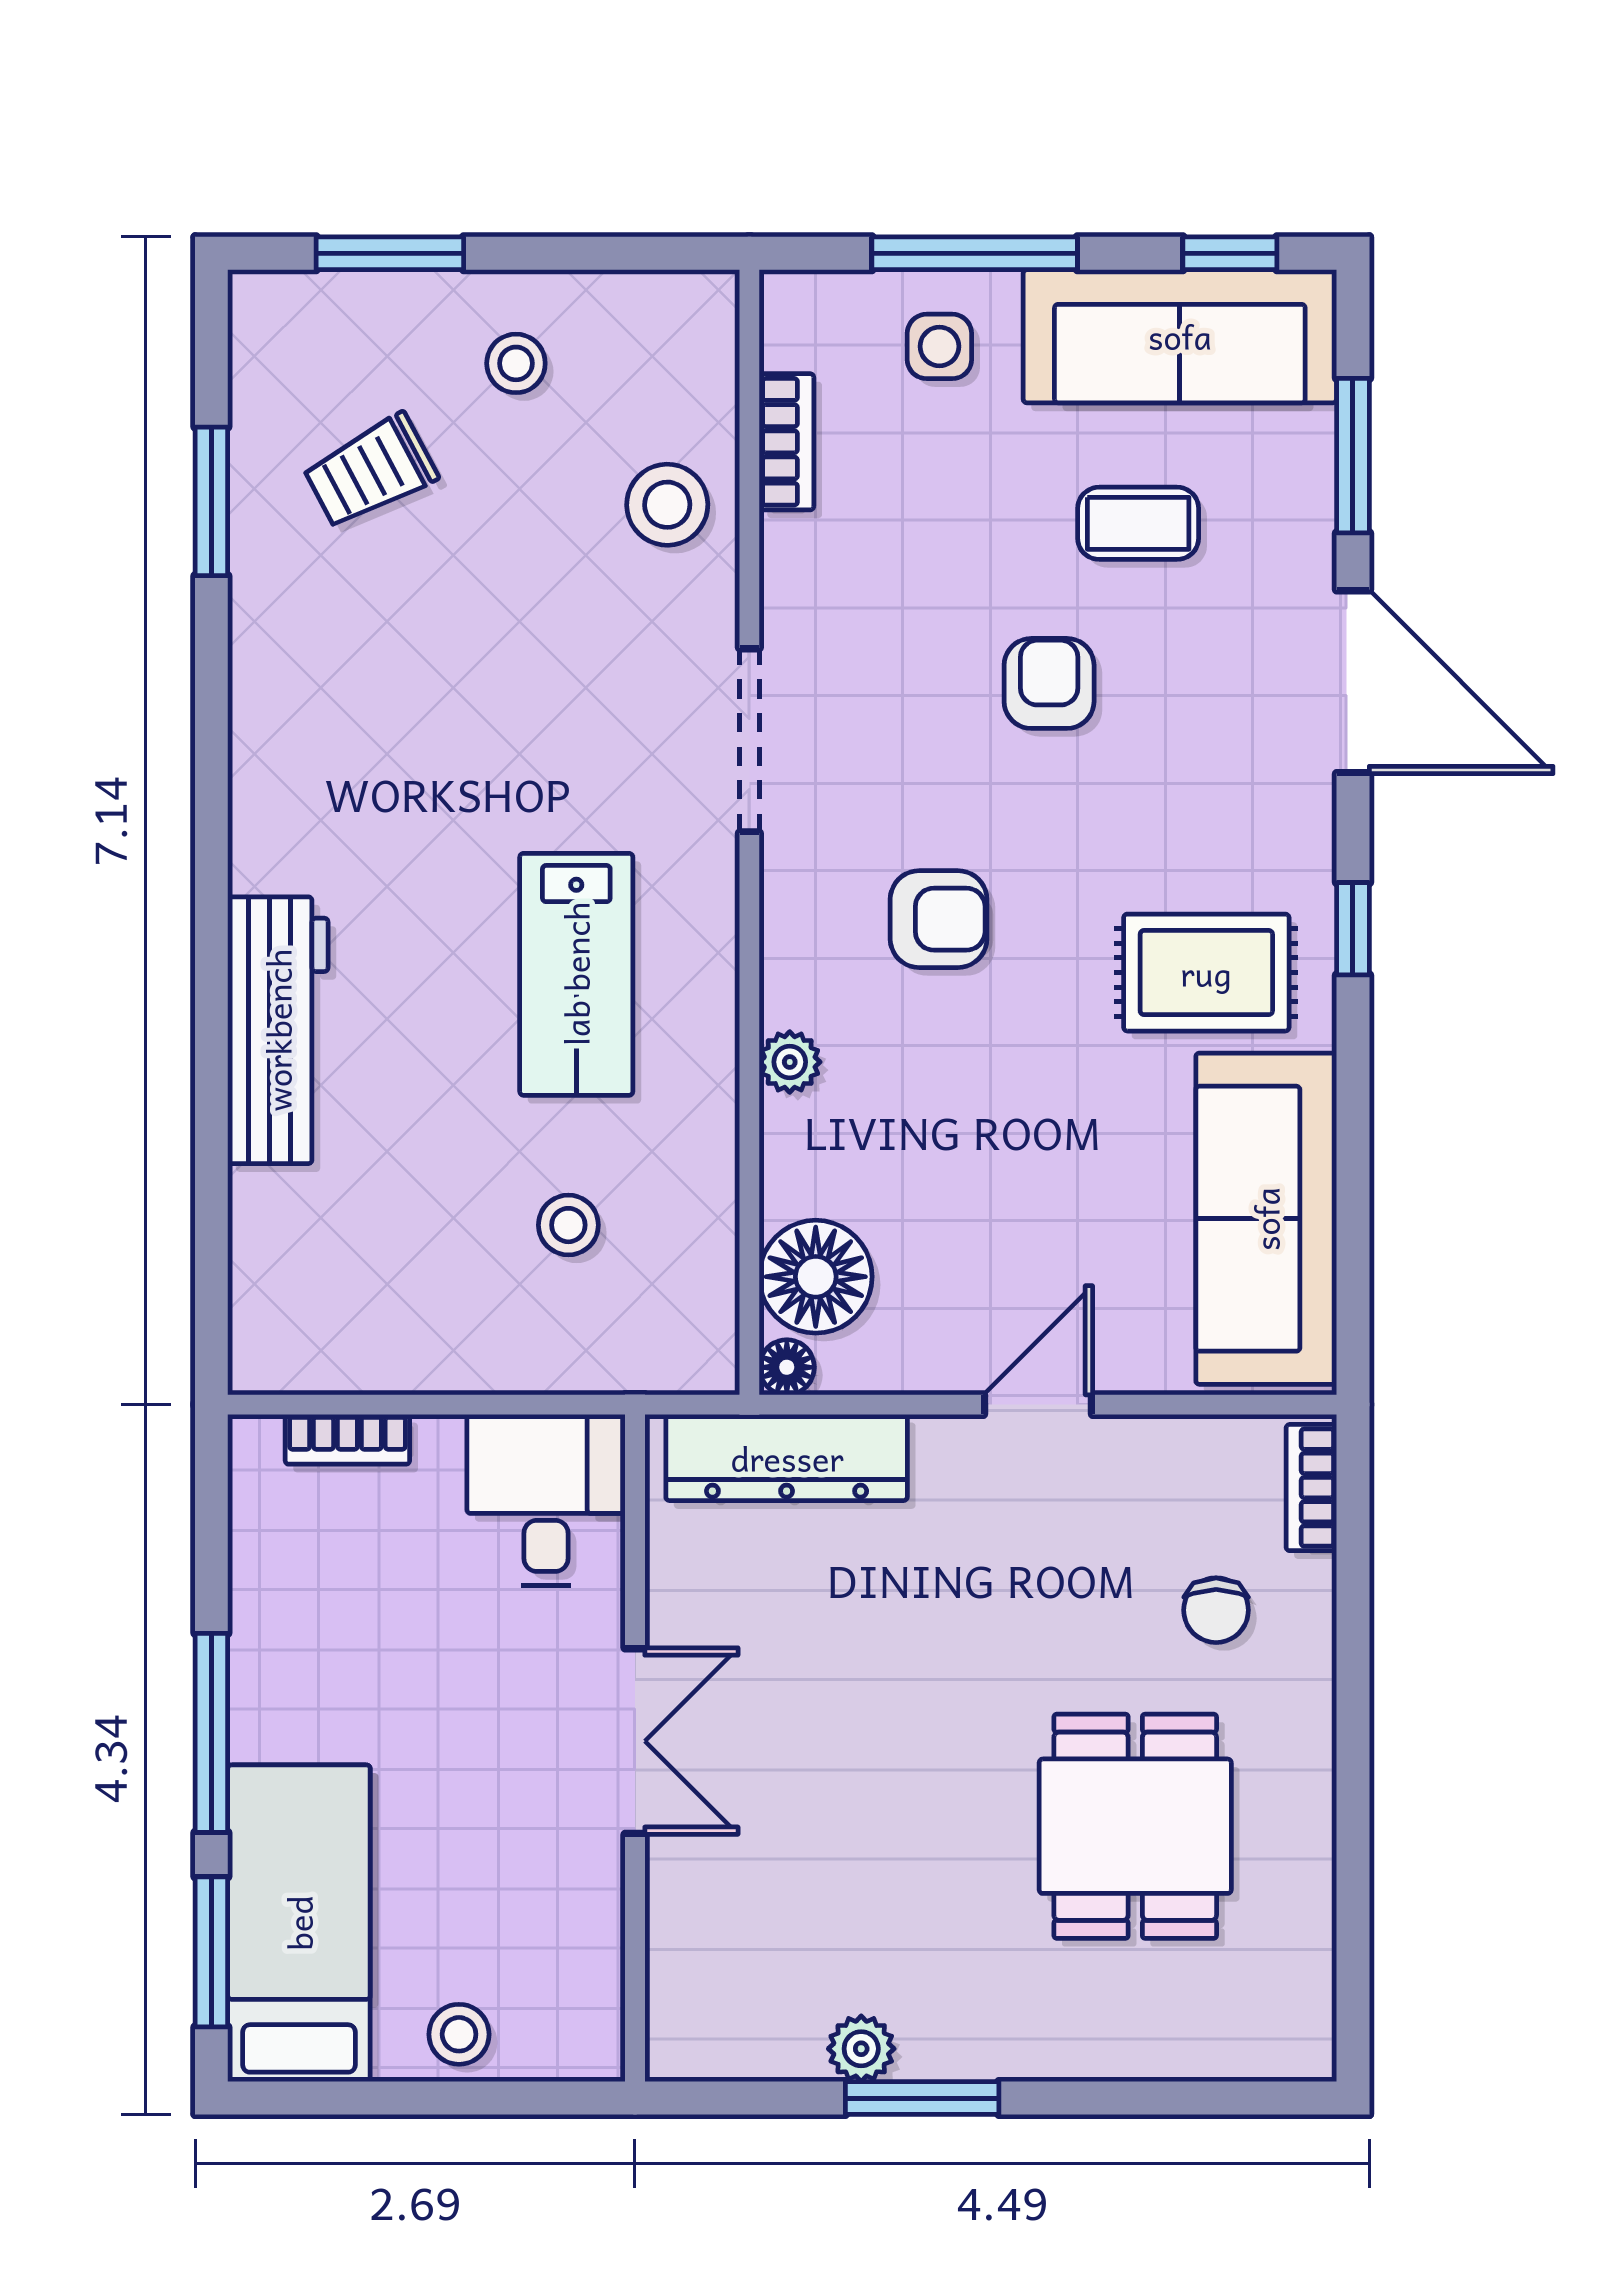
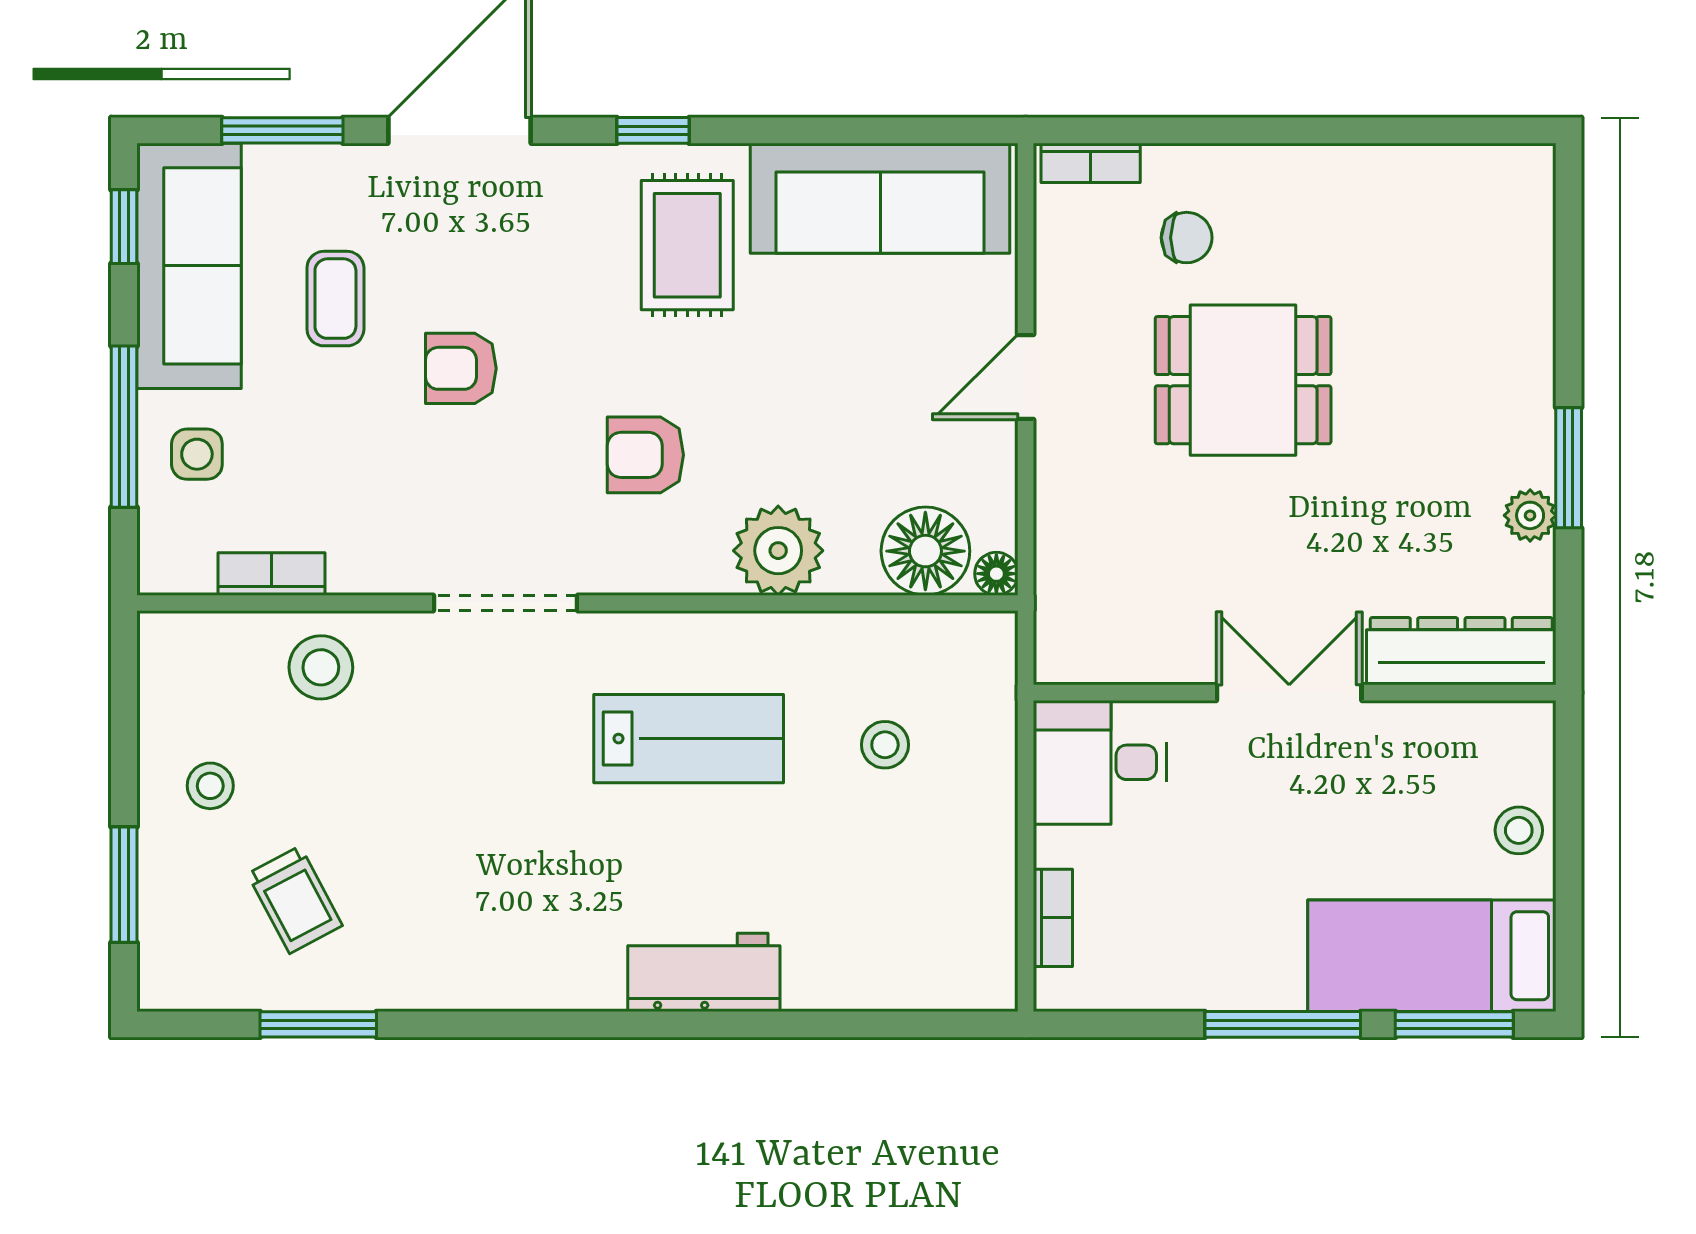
armchair: (939, 919) -> (645, 455), turned -90
workbench: (278, 1030) -> (704, 972), width x0.73
plant: (790, 1062) -> (778, 551), width x1.88, depth x1.88
door: (1038, 1405) -> (1026, 377), hinge flipped
dresser: (787, 1458) -> (1461, 651), moved, turned -90
dining table: (1135, 1826) -> (1243, 380), moved

